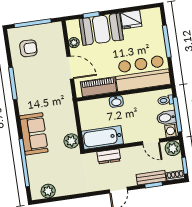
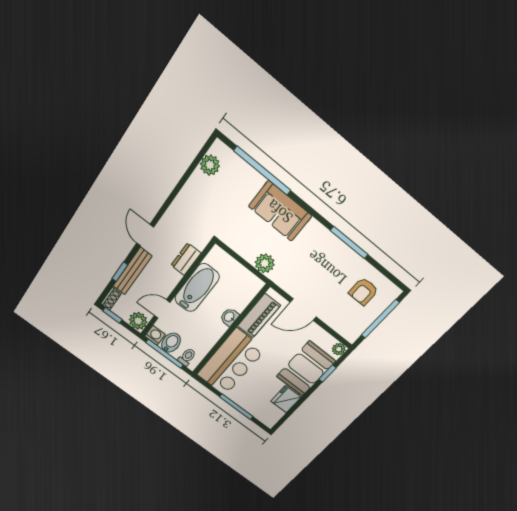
plant: (74, 43) -> (339, 349), moved
bathtub: (102, 137) -> (197, 288), moved
plant: (71, 141) -> (265, 263), moved
bench: (151, 178) -> (132, 271), width x1.36

